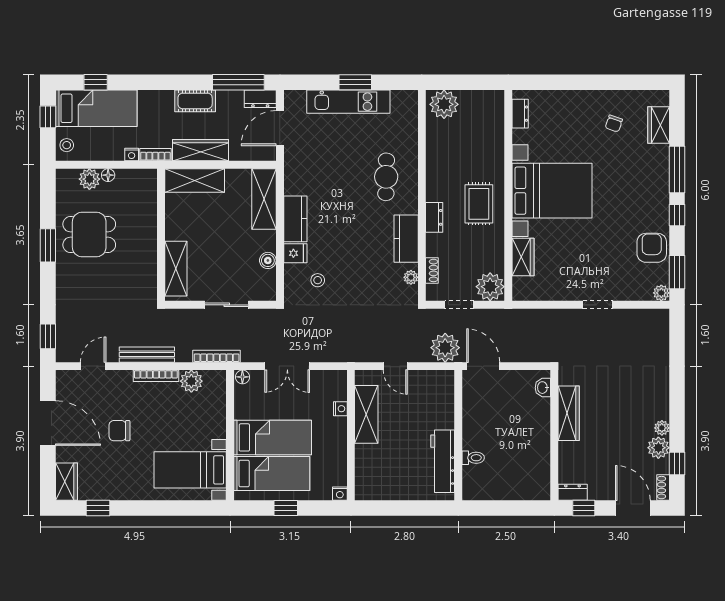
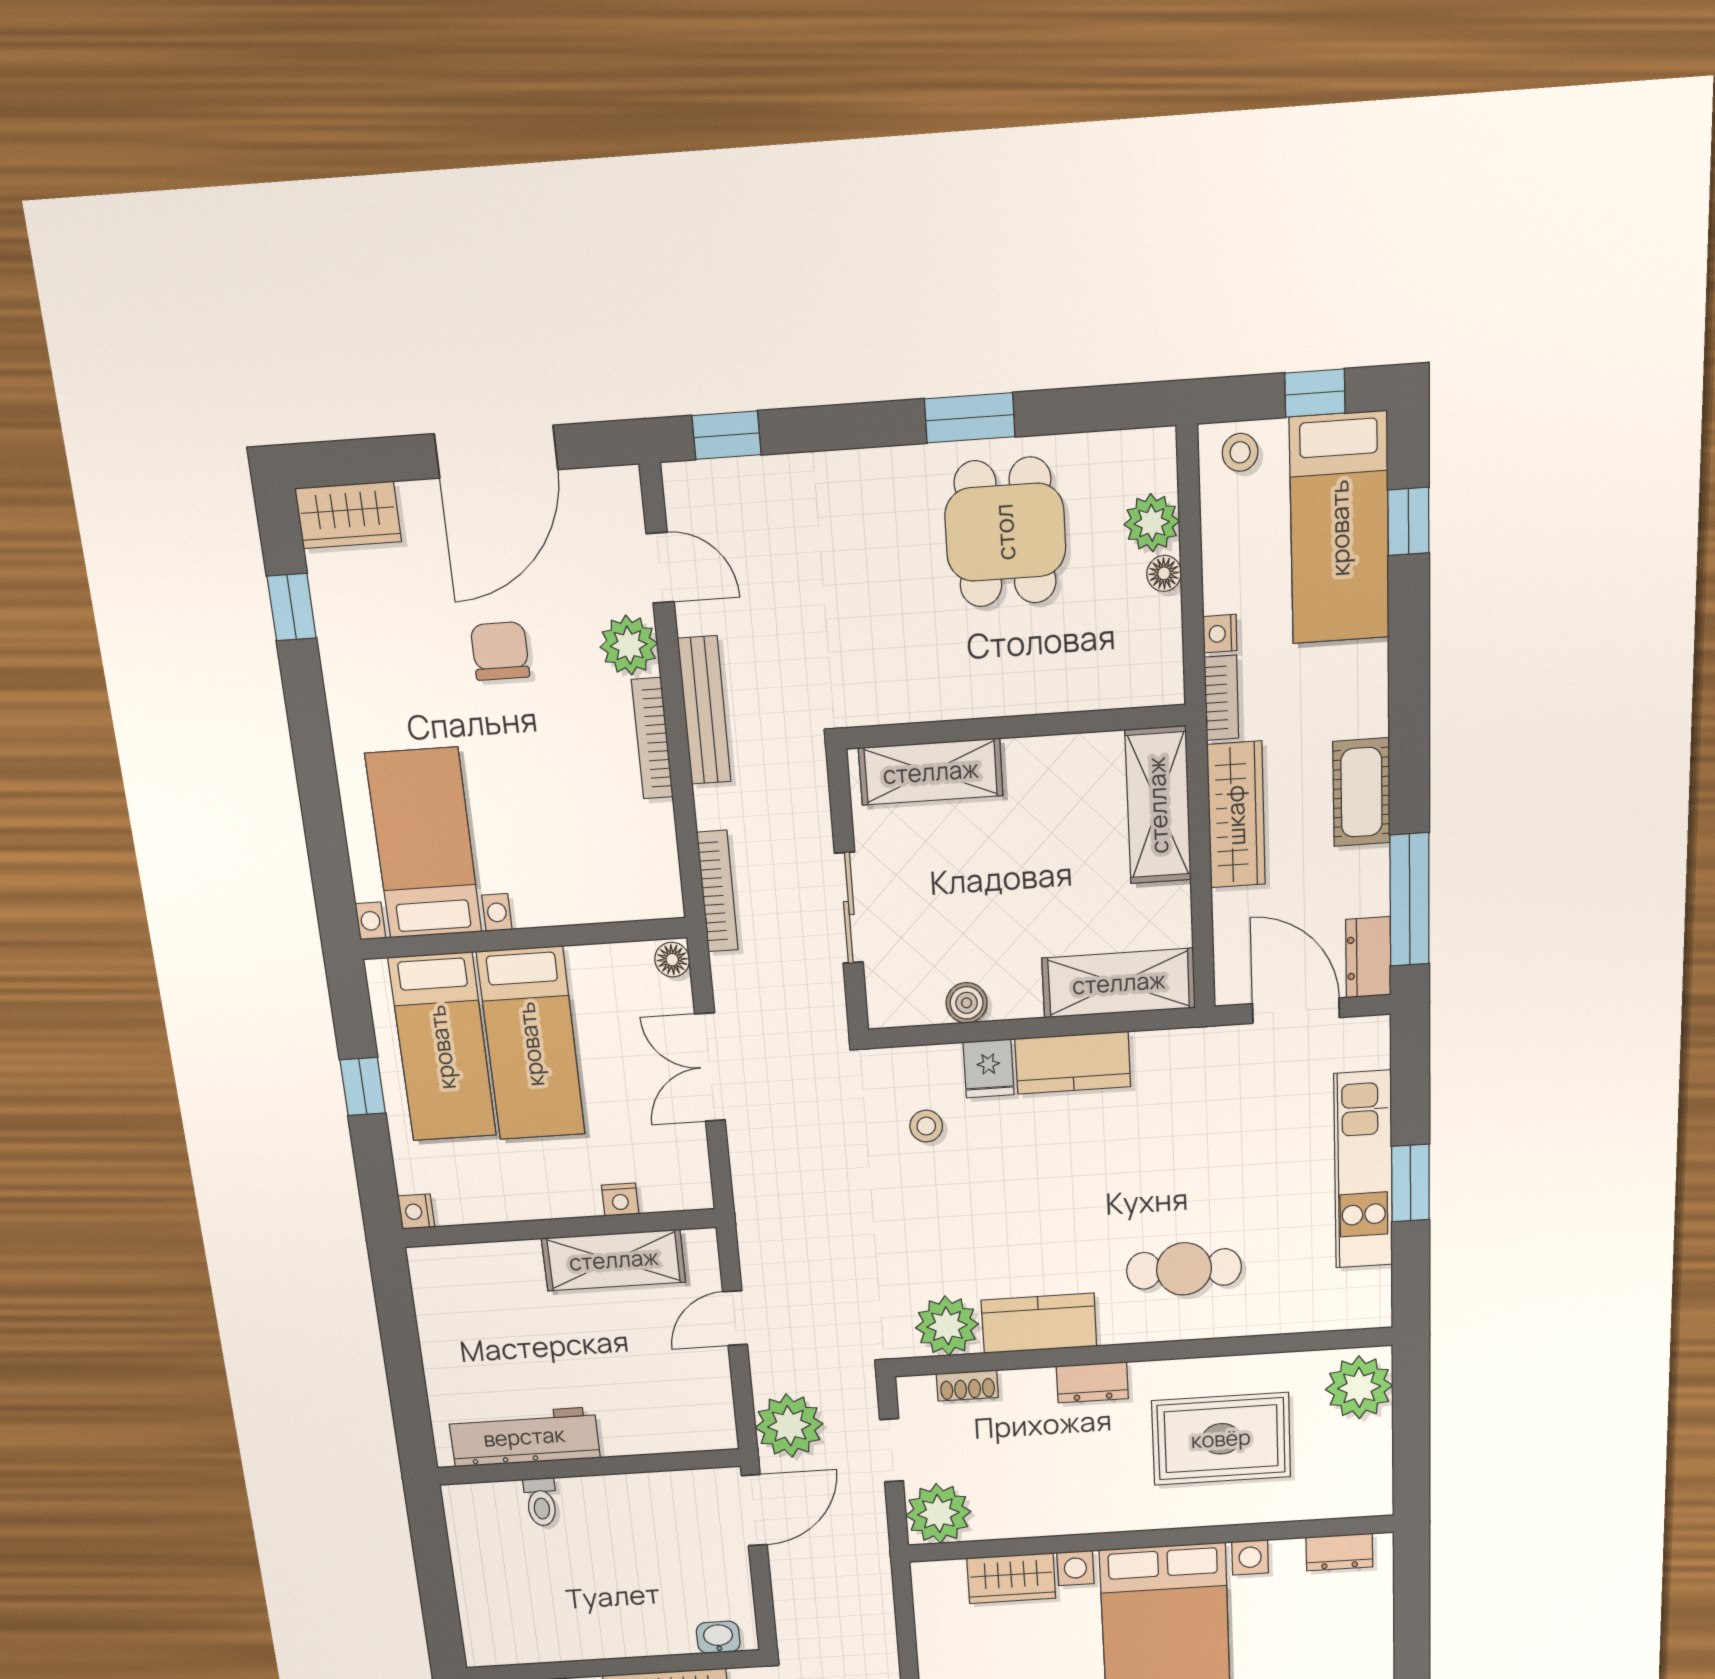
rug: (479, 204) -> (1221, 1439), moved, width x1.36, depth x1.43
plant: (411, 277) -> (947, 1326), width x1.87, depth x1.87
plant: (191, 381) -> (629, 645), moved

